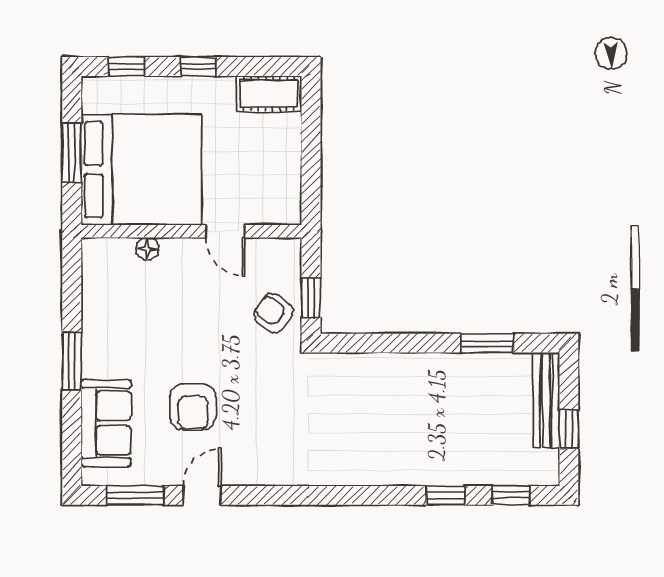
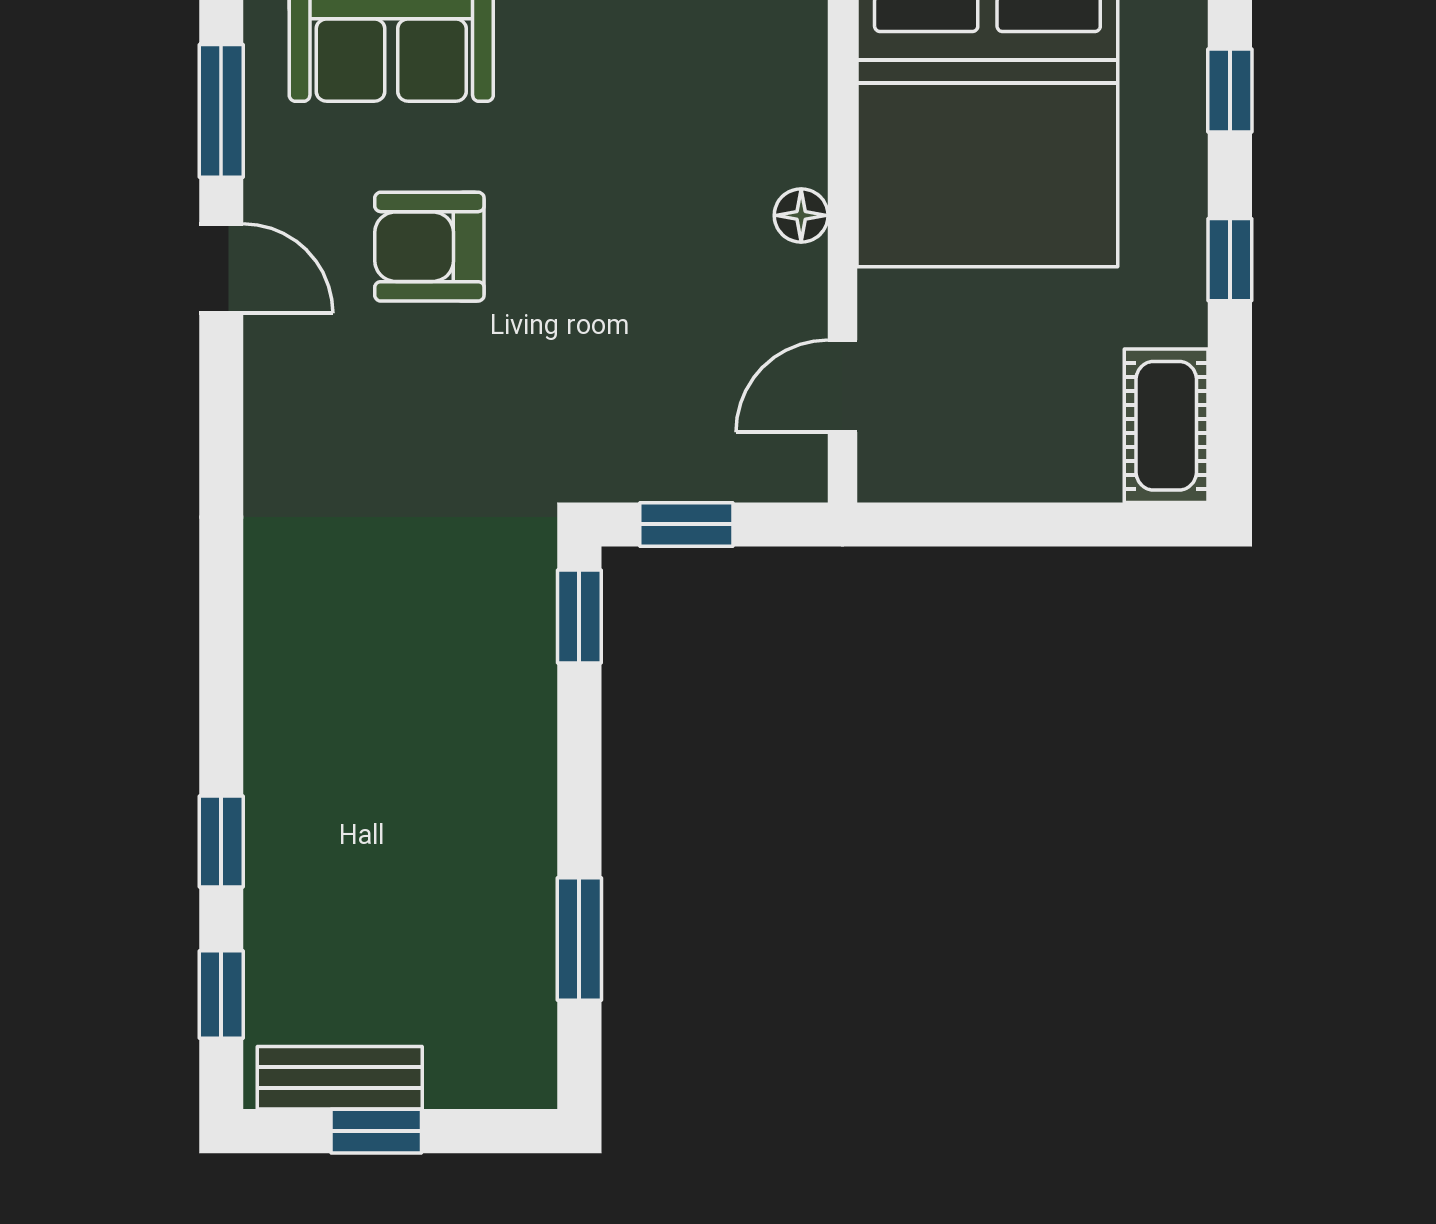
door: (225, 231) -> (842, 386), moved
floor lamp: (147, 249) -> (801, 215), moved
armchair: (273, 313) -> (650, 436), removed
window: (350, 343) -> (579, 616), added
bench: (546, 400) -> (340, 1078), moved, width x0.73

